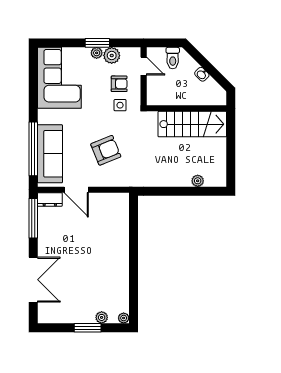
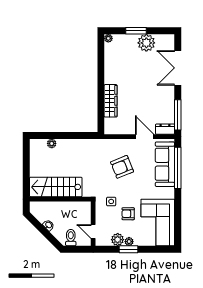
armchair: (119, 84) -> (128, 214), moved
wardrobe: (121, 236) -> (111, 101), added
plant: (102, 317) -> (146, 43), moved, width x1.88, depth x1.88

